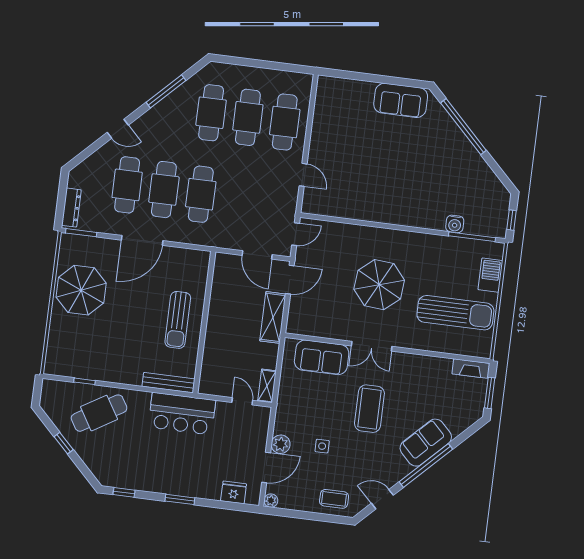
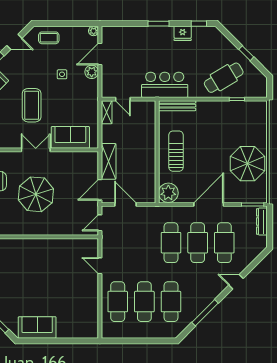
plant: (196, 264) -> (168, 193), added
fridge: (234, 492) -> (183, 33), moved

